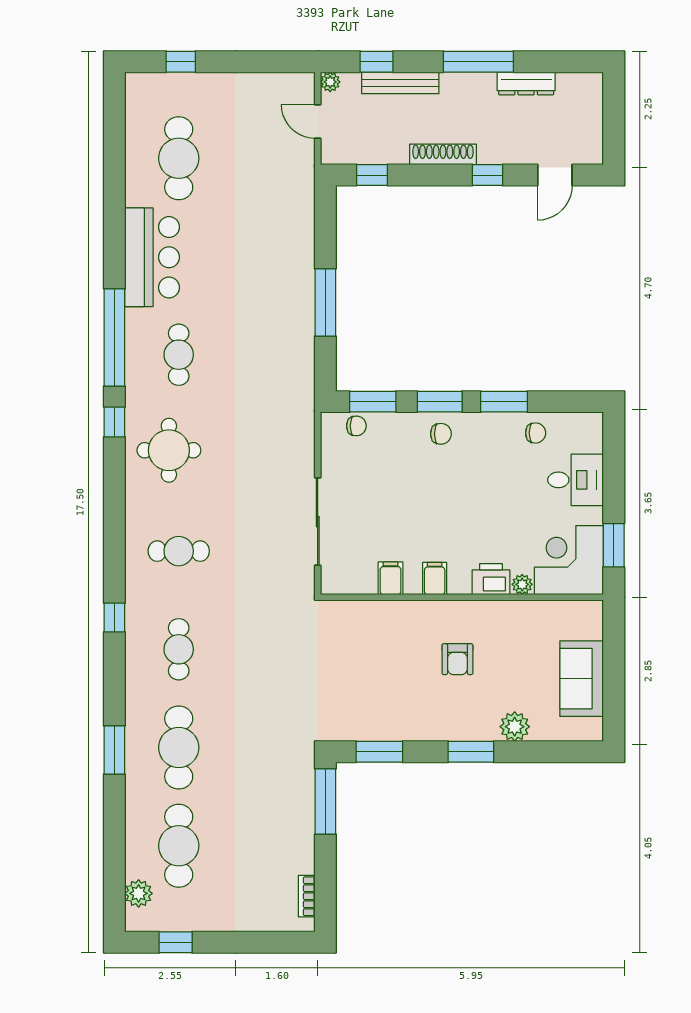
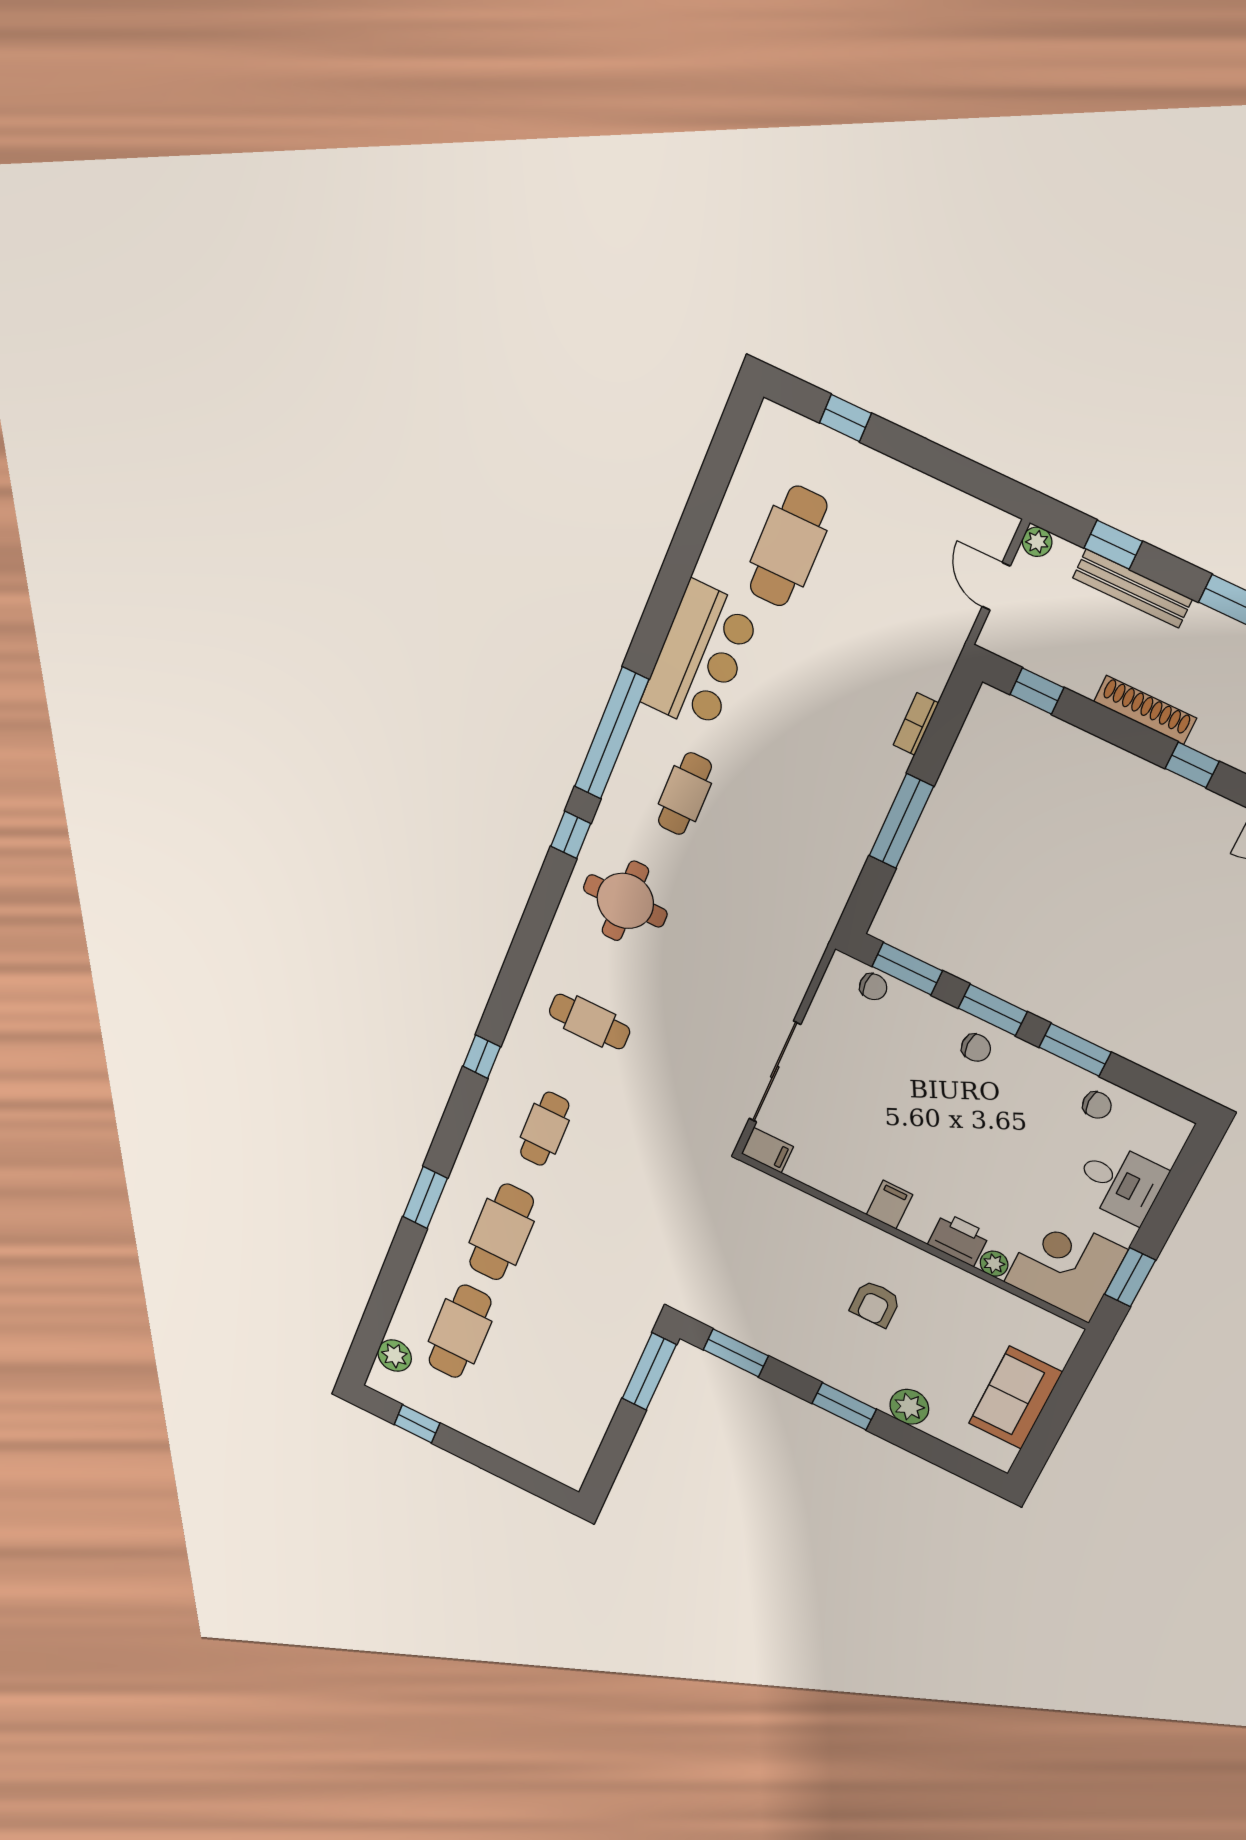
filing cabinet: (390, 578) -> (767, 1150), moved, turned 90
bookcase: (307, 896) -> (916, 724), moved

